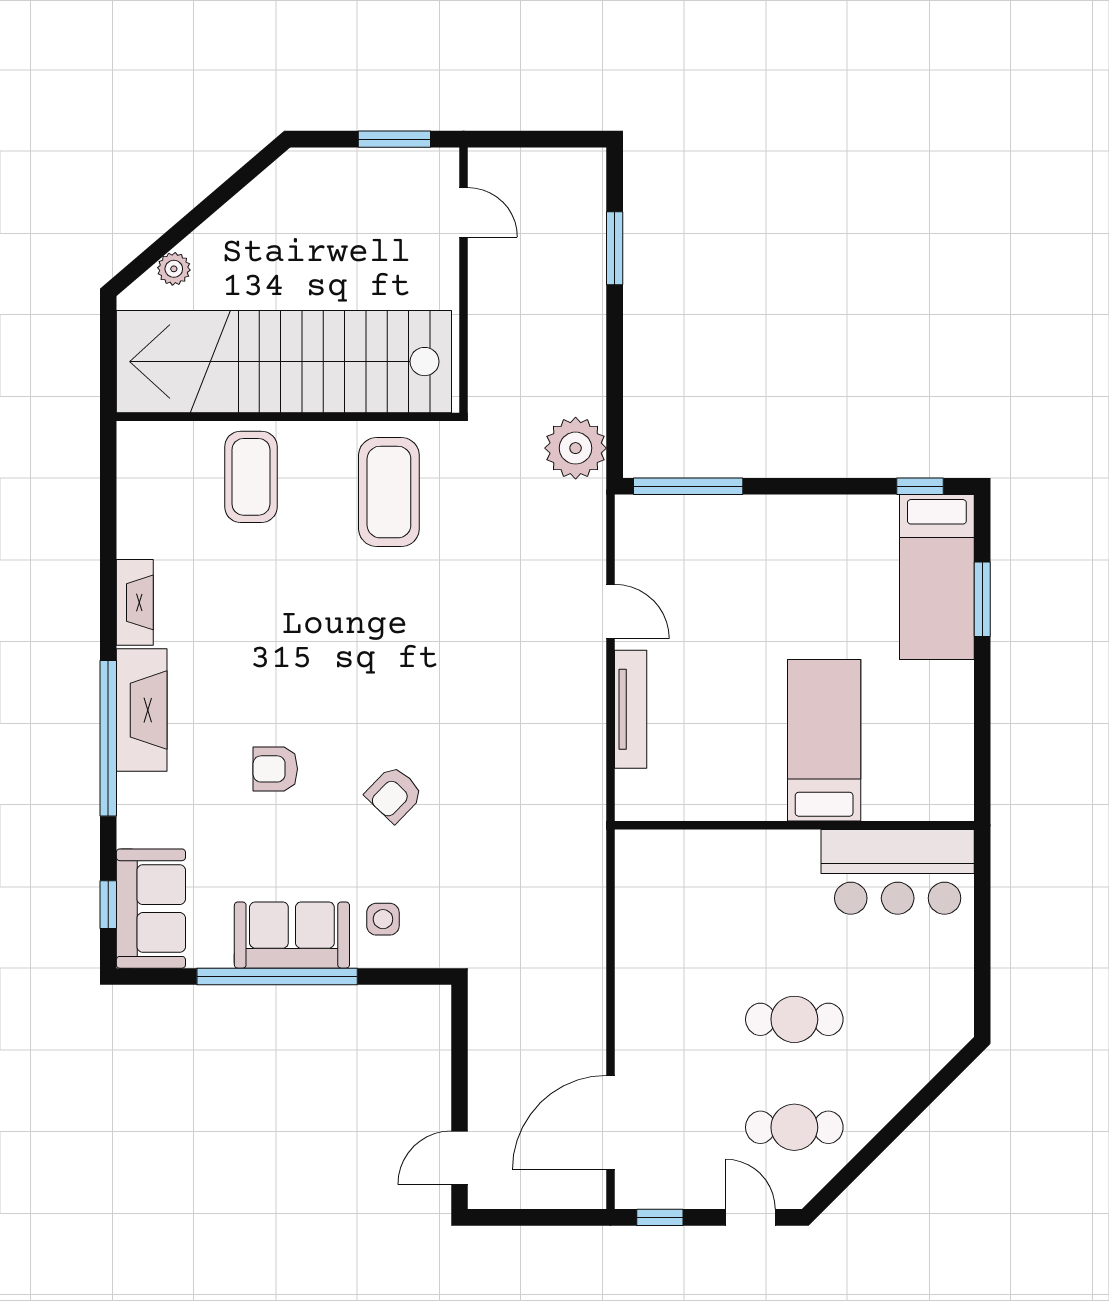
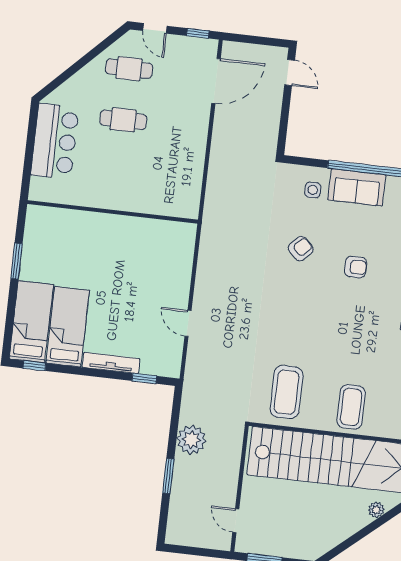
window: (615, 248) -> (168, 476), moved
plant: (576, 448) -> (191, 440), moved
window: (688, 486) -> (144, 378), width x0.46
window: (982, 599) -> (17, 261), moved
tv unit: (631, 709) -> (111, 363), moved, turned 90
bed: (824, 740) -> (68, 327), moved, turned 180
bar counter: (898, 872) -> (55, 141), moved, turned 90
door: (459, 1158) -> (290, 73), hinge flipped

